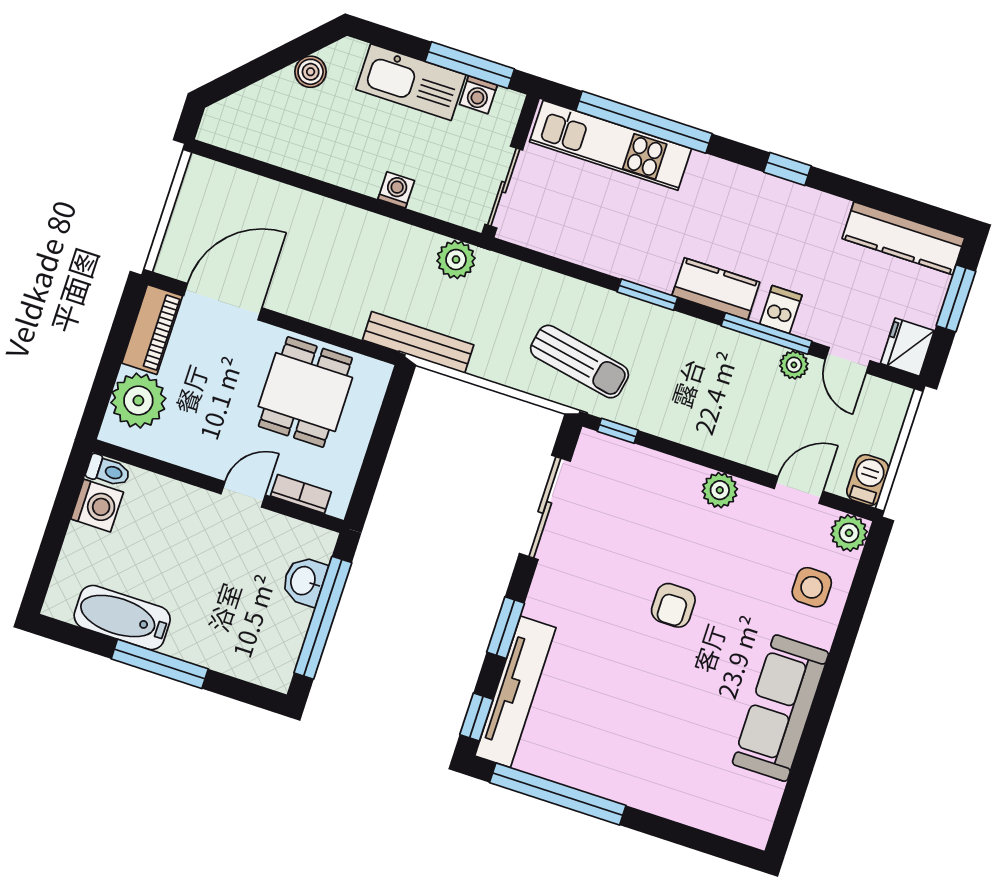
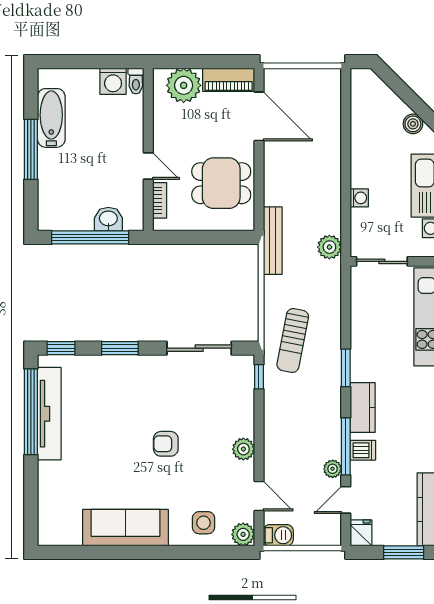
fridge: (907, 347) -> (361, 533), width x0.72
tv unit: (515, 692) -> (49, 414), moved, turned -90

